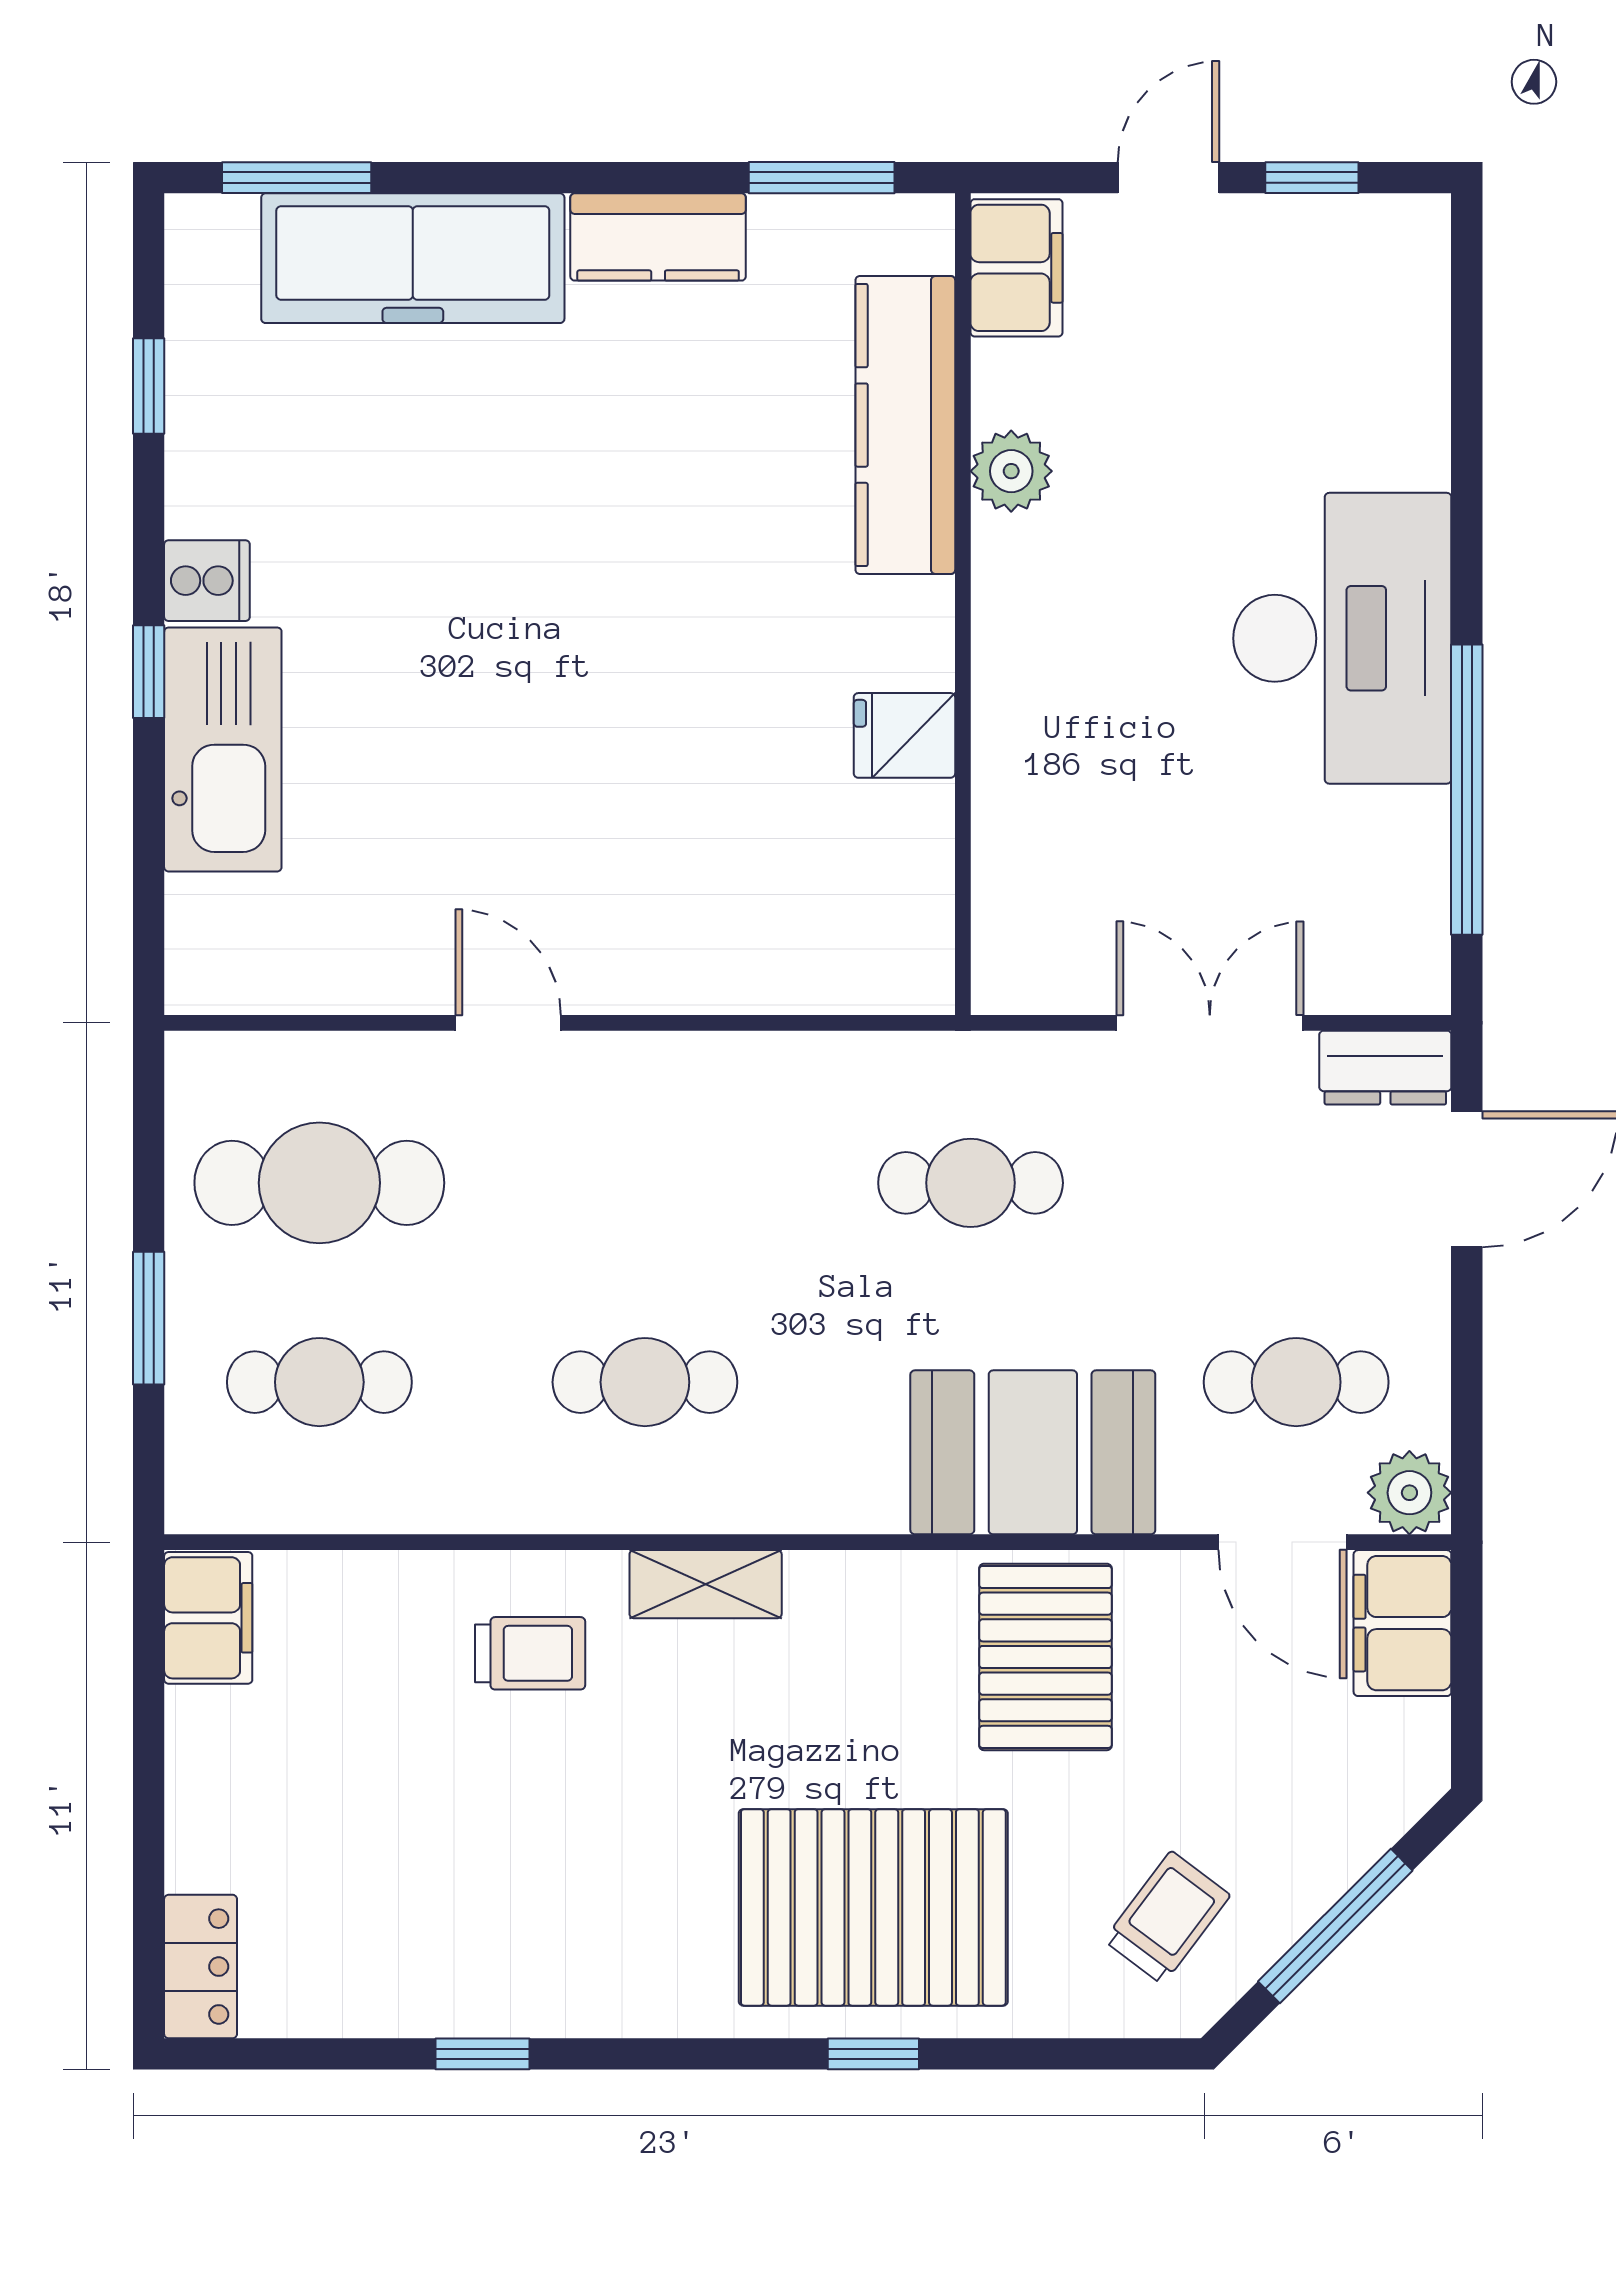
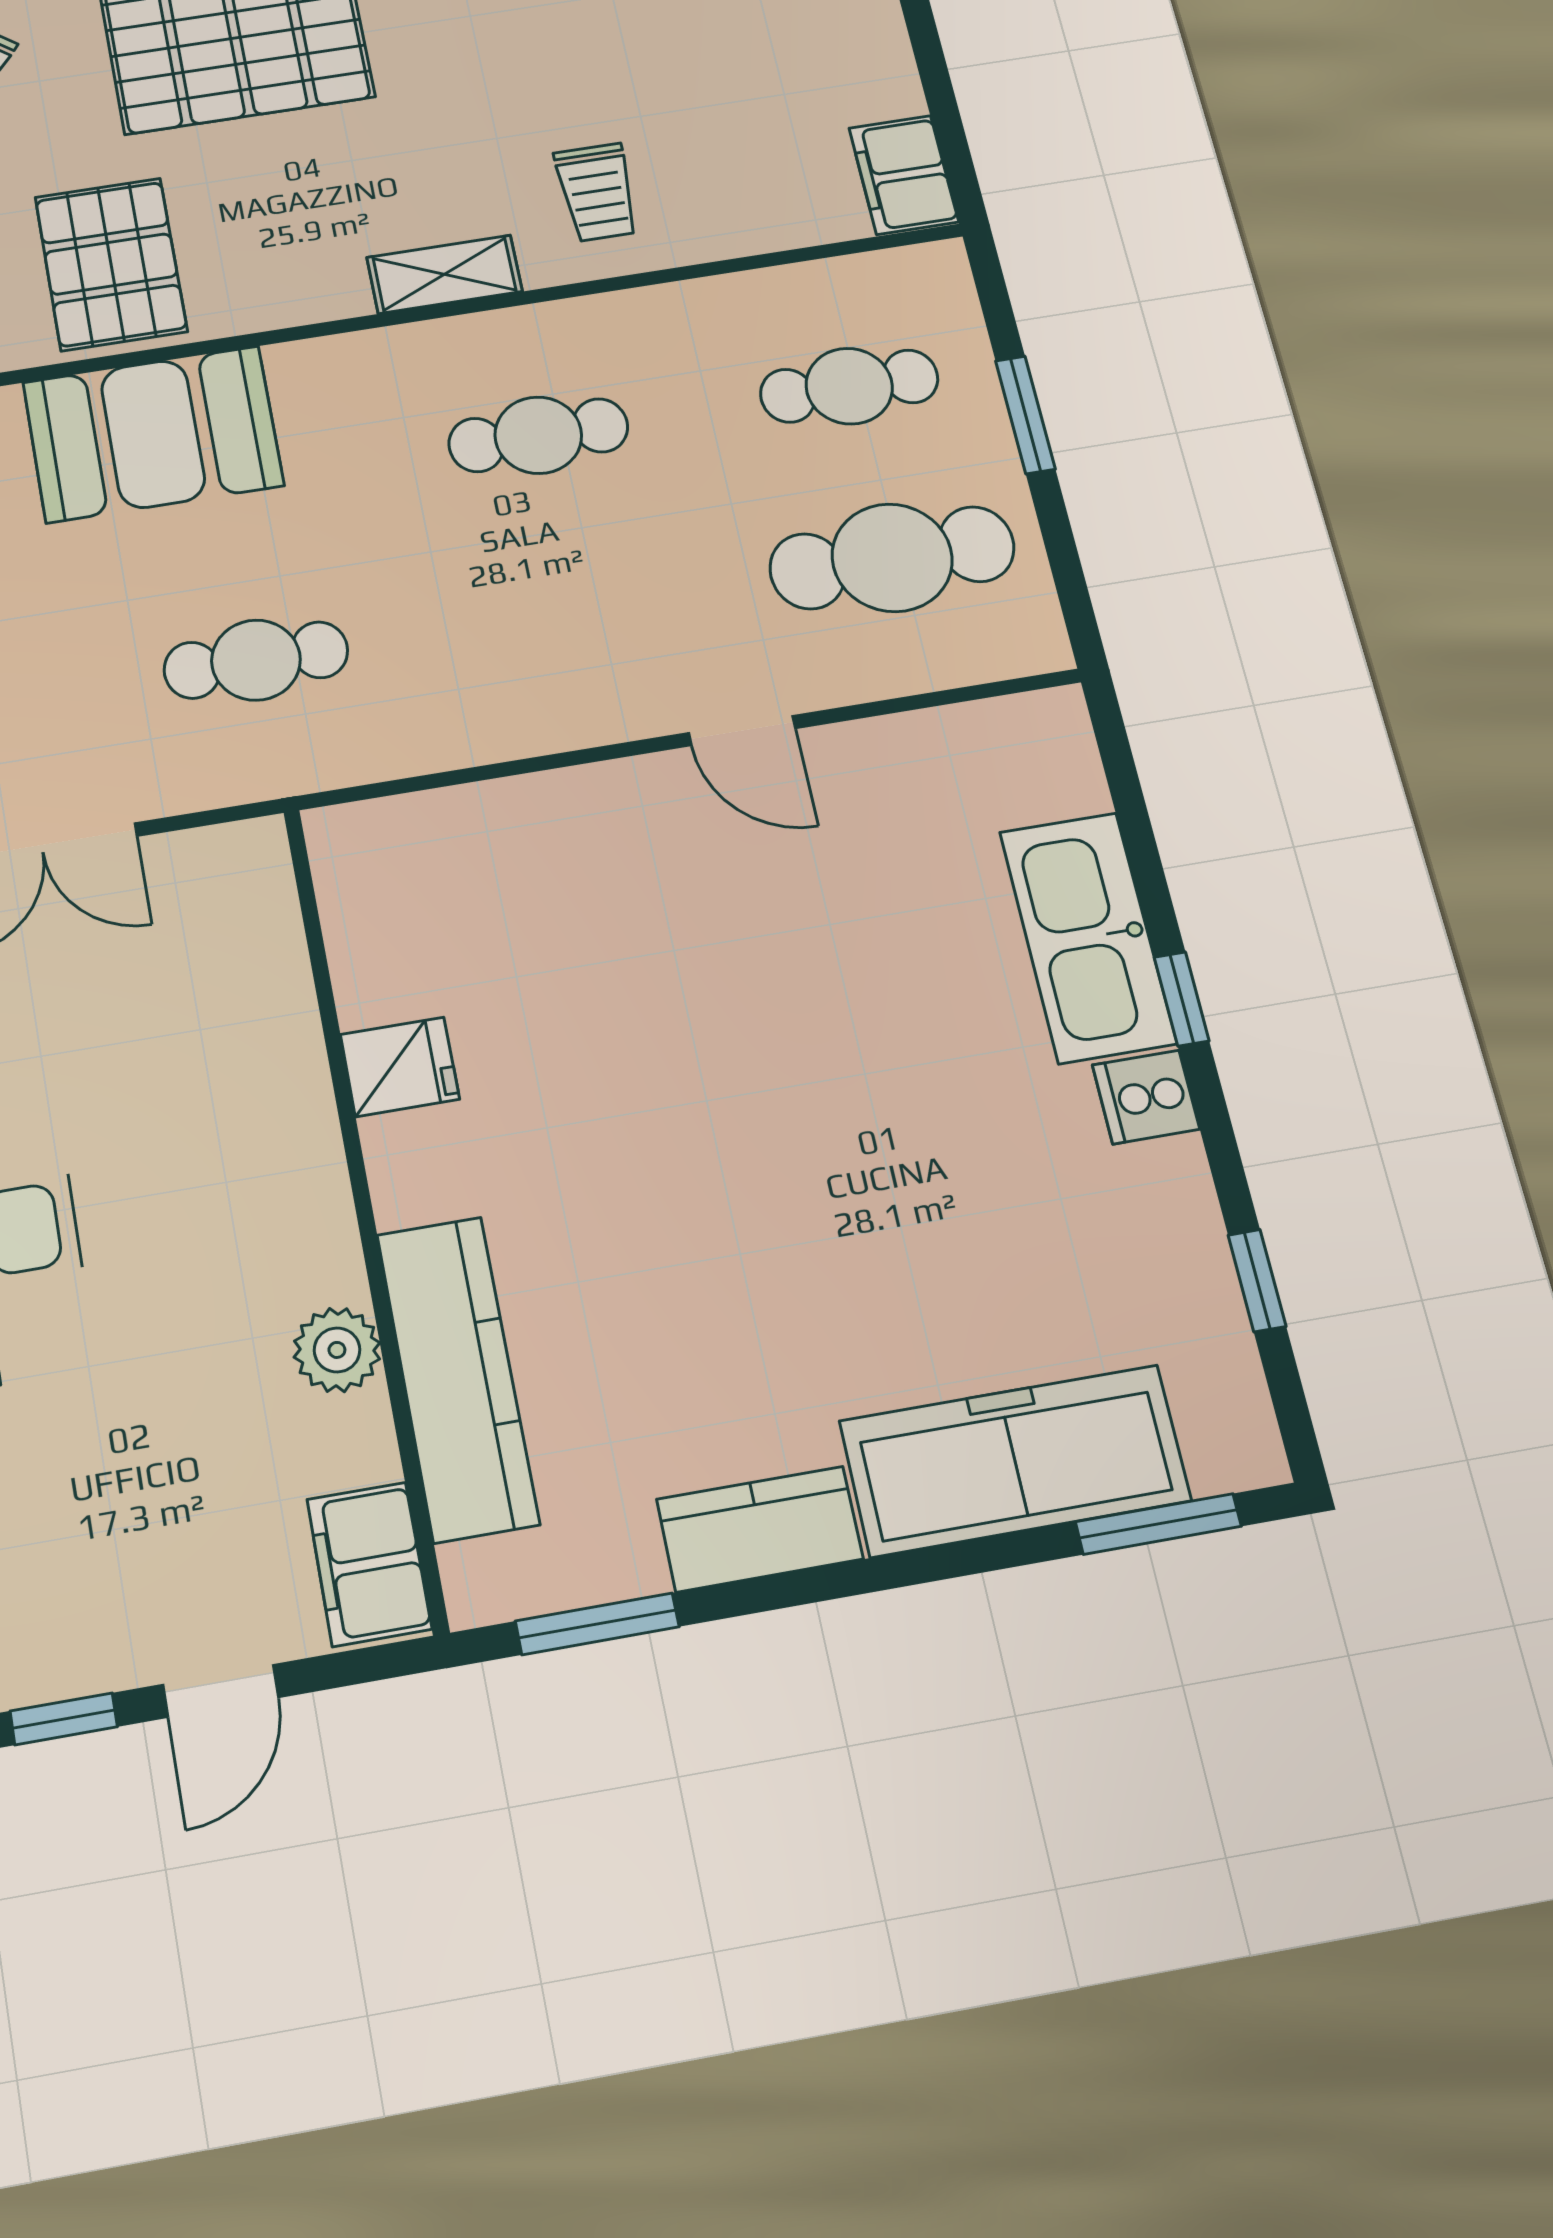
trolley: (530, 1653) -> (597, 192), turned -90

